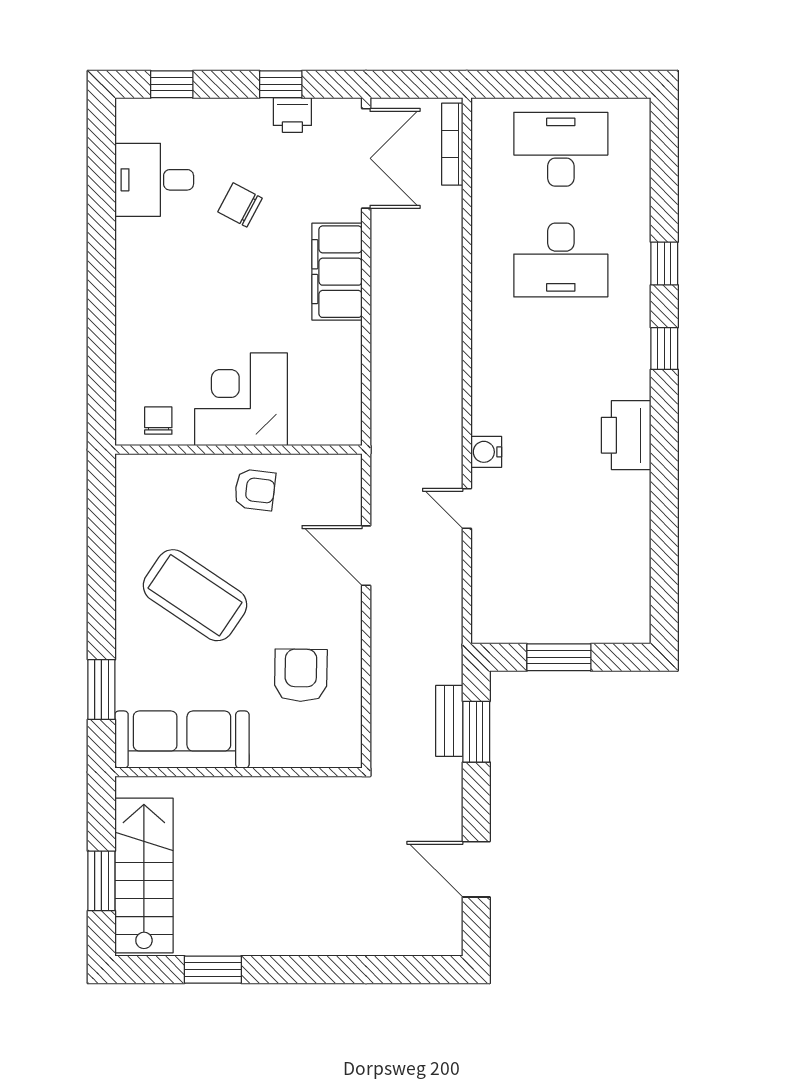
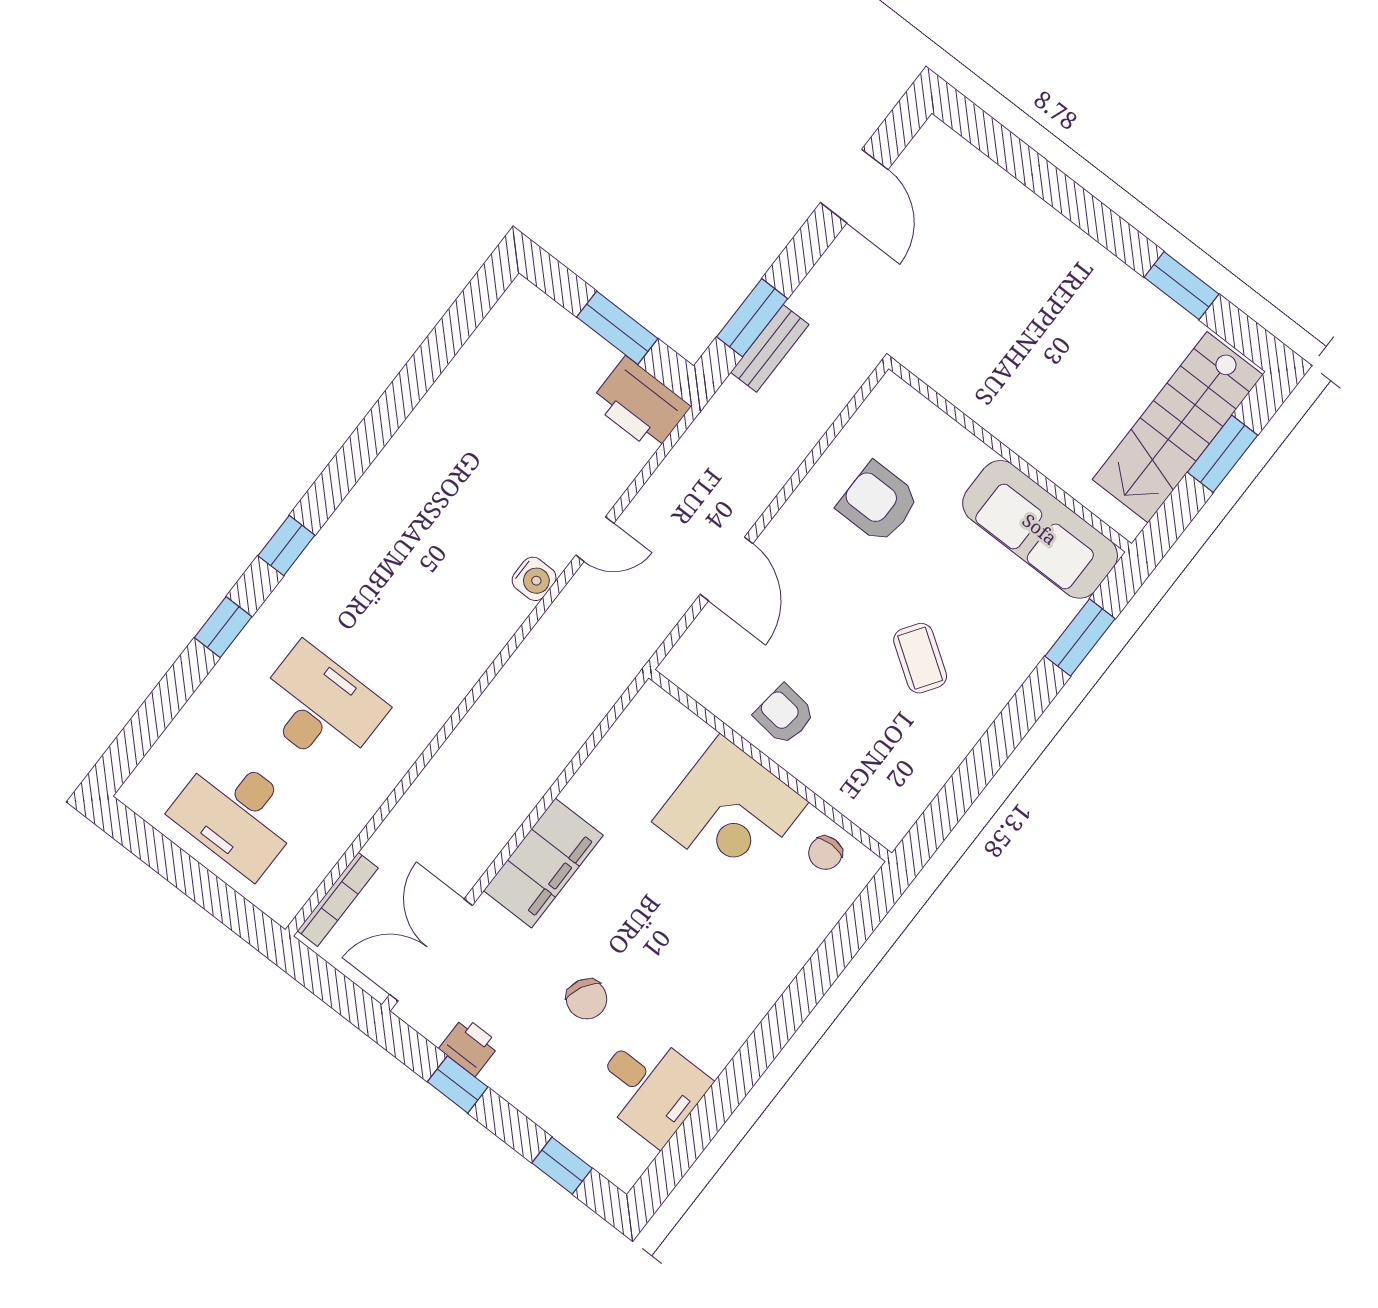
printer: (626, 435) -> (640, 404), moved, turned 90
door: (467, 508) -> (595, 539), hinge flipped
coffee table: (195, 595) -> (920, 658), width x0.54, depth x0.58
armchair: (301, 675) -> (878, 503), turned 89

